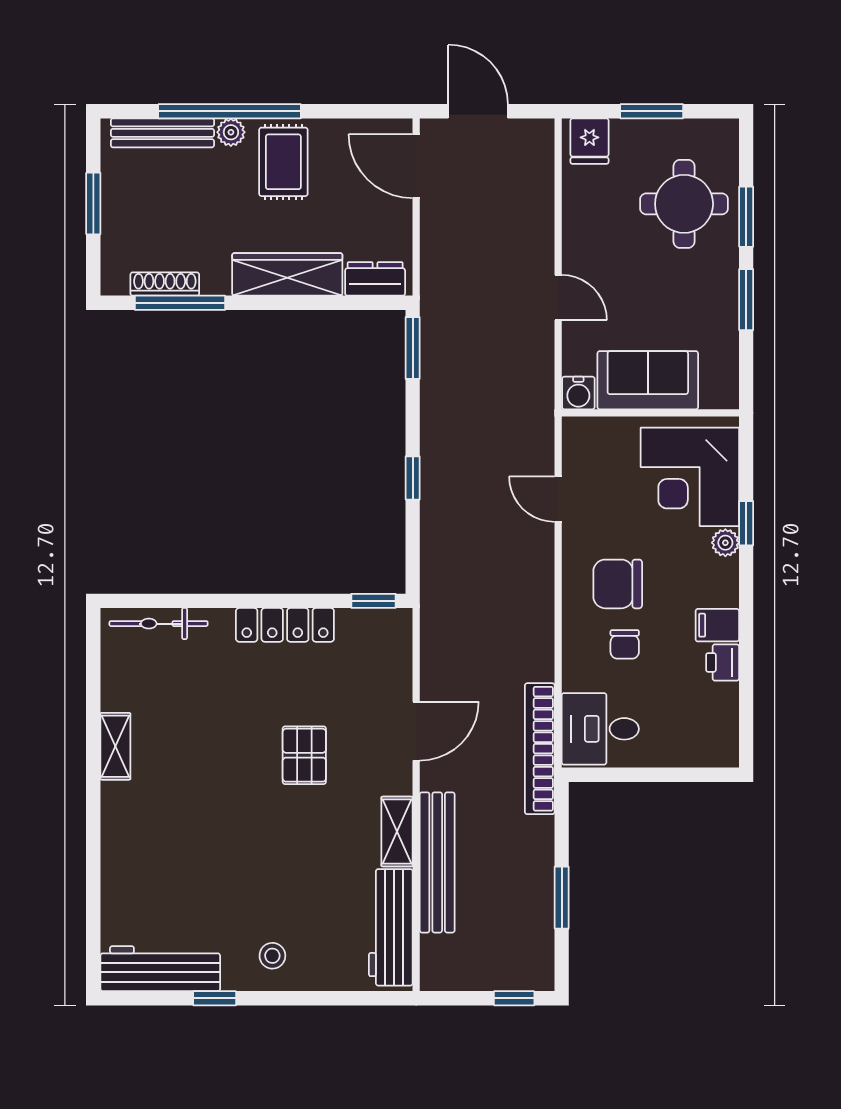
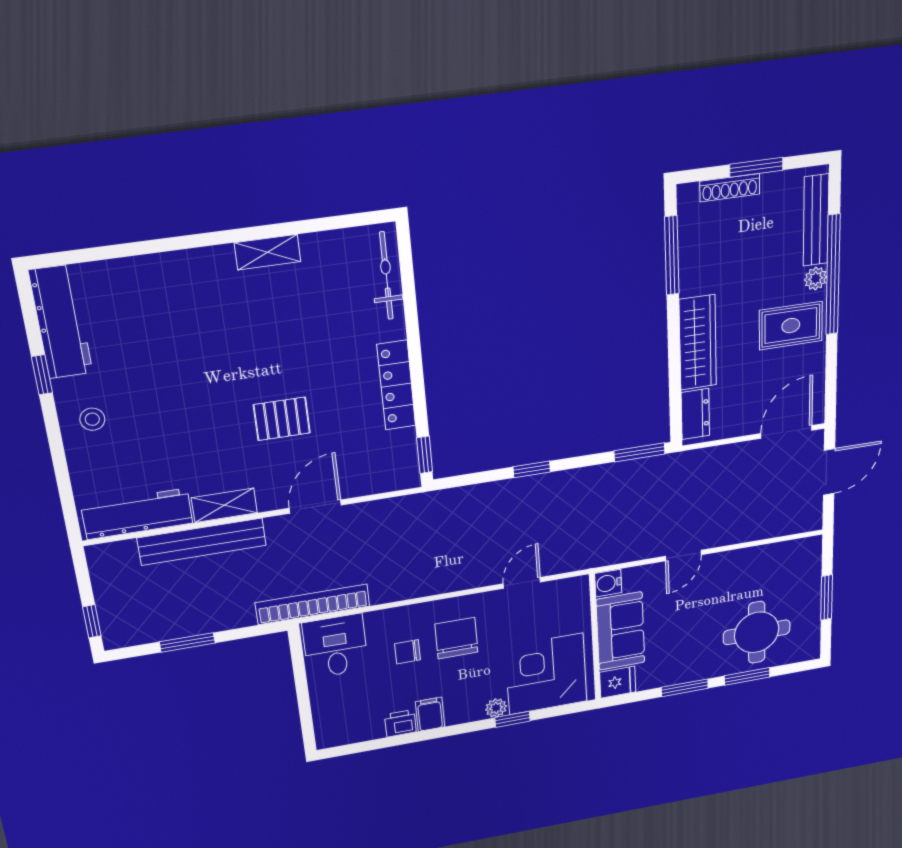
fridge: (589, 141) -> (618, 682), moved, turned 180
shoe rack: (165, 284) -> (730, 188), moved, turned 90
door: (416, 731) -> (315, 507), swing flipped

